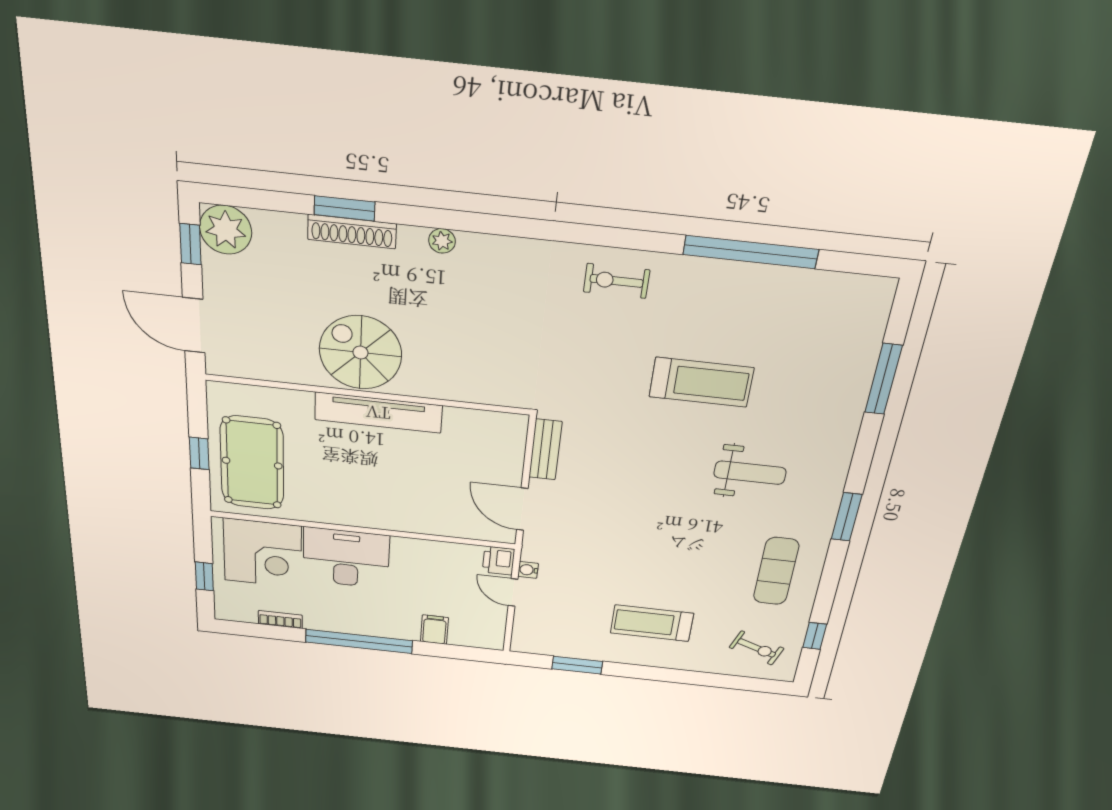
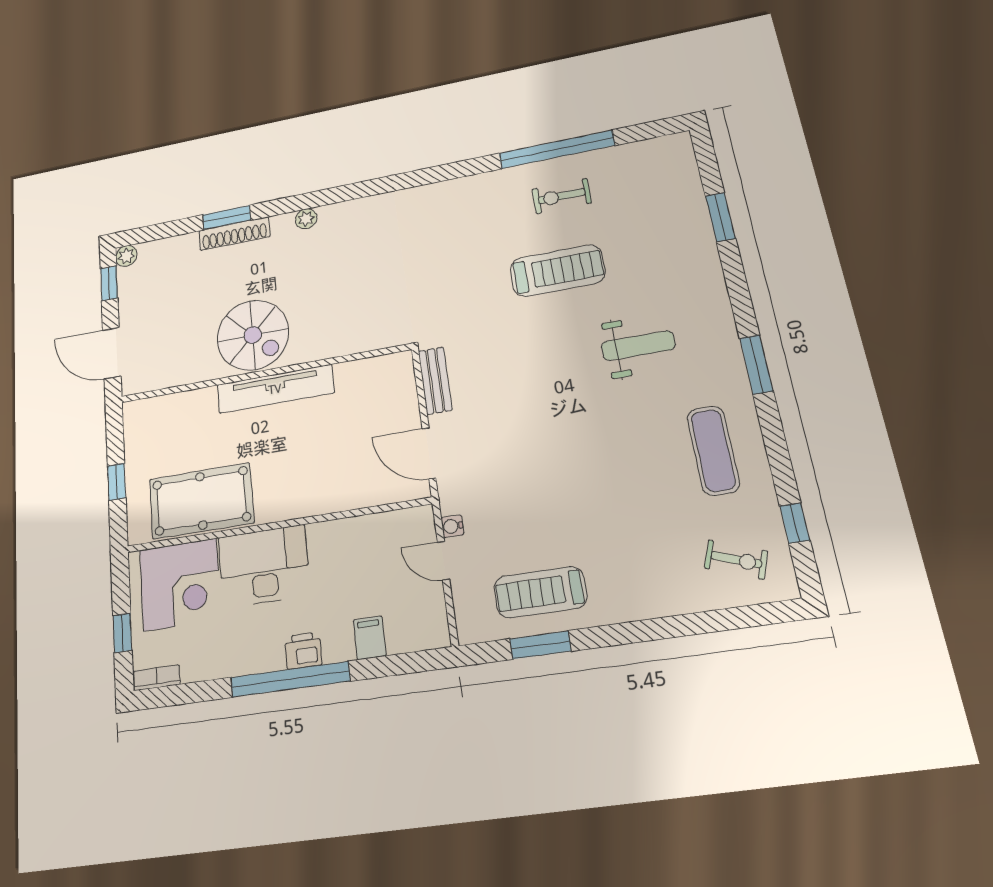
plant: (226, 230) -> (126, 256), width x0.53, depth x0.53
exercise bike: (617, 281) -> (562, 196), moved
spiral stairs: (360, 353) -> (253, 335), turned 180
window: (883, 379) -> (720, 217), width x0.69
pool table: (252, 463) -> (201, 501), moved, turned 90
printer: (499, 561) -> (303, 651), moved, turned 90
bookcase: (280, 619) -> (157, 678), moved
treadmill: (652, 623) -> (540, 592), moved

